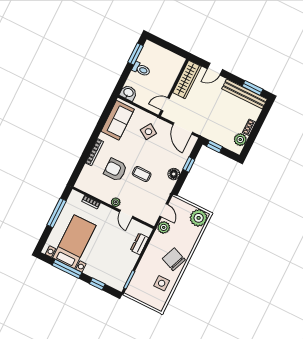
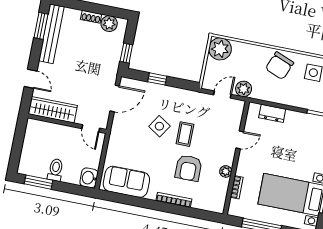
side table: (148, 132) -> (159, 126), moved
floor lamp: (174, 174) -> (174, 94), removed
plant: (116, 202) -> (226, 171), moved

